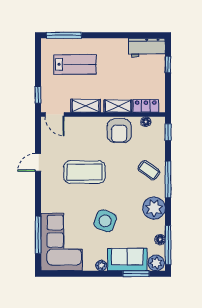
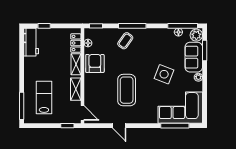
door: (55, 115) -> (82, 113), hinge flipped
armchair: (119, 131) -> (95, 63), turned -90
plant: (154, 208) -> (154, 37), removed

